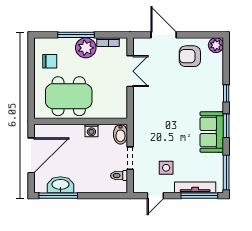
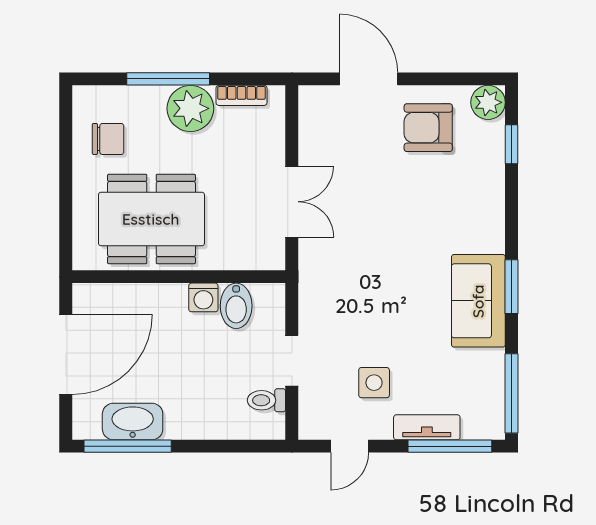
double door: (130, 71) -> (292, 202), moved
window: (226, 93) -> (511, 144), moved
bidet: (120, 134) -> (236, 306), moved
tv unit: (195, 187) -> (427, 427), width x0.71

